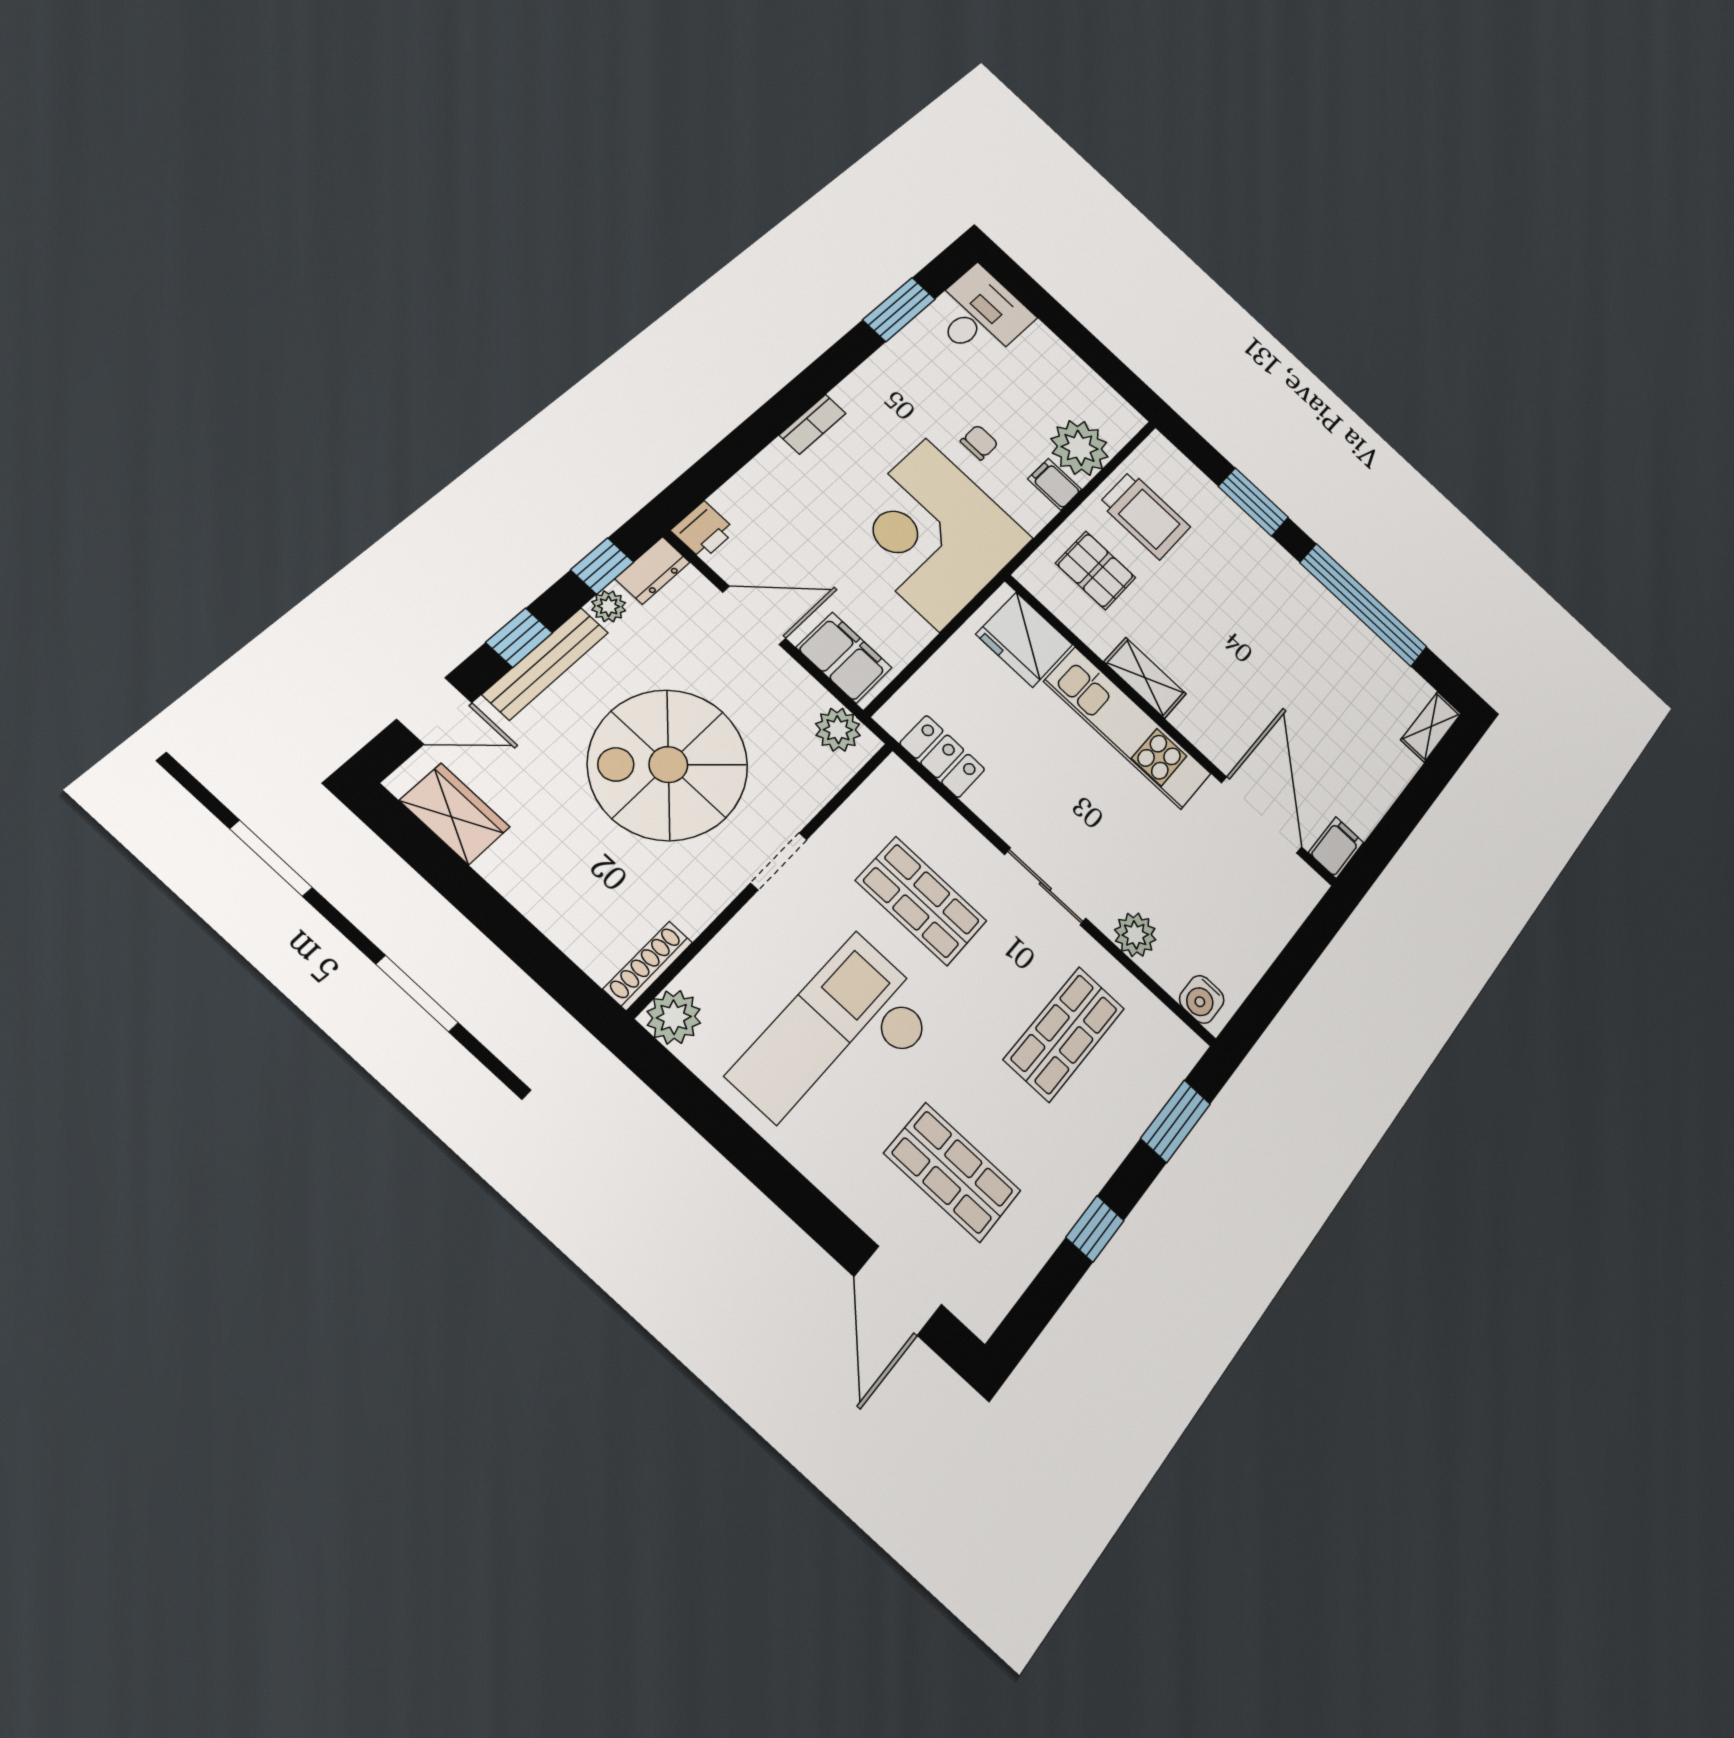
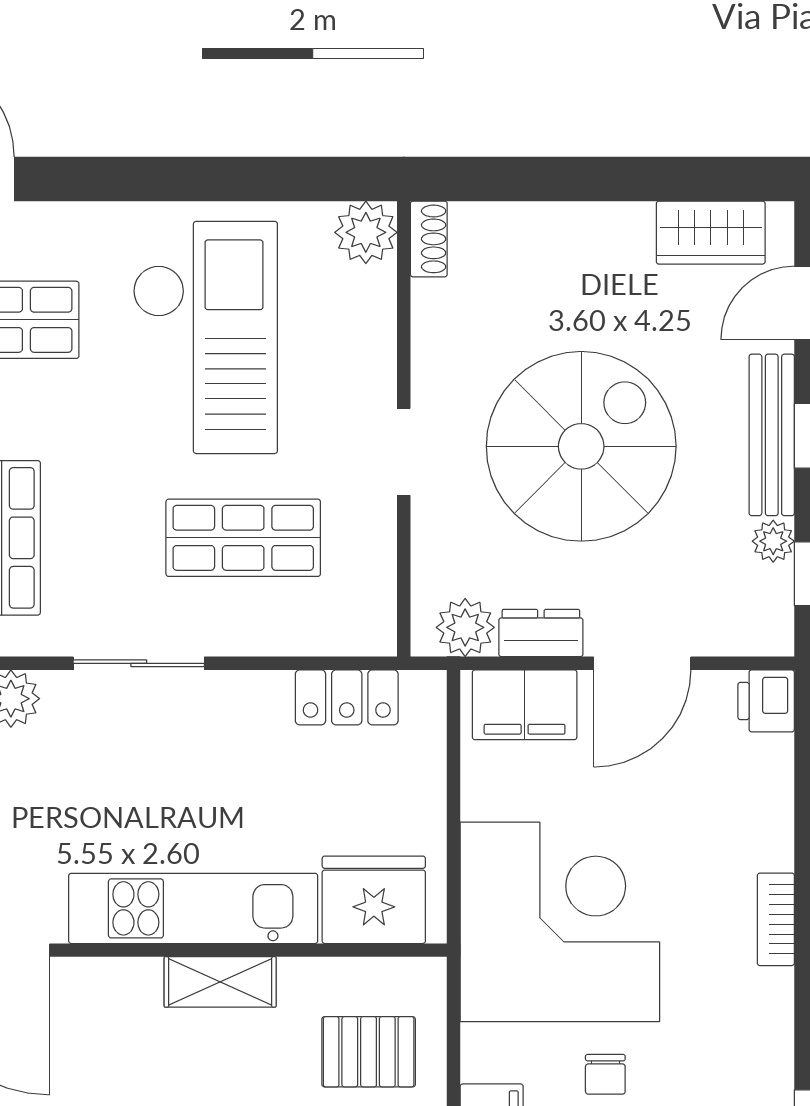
dresser: (653, 570) -> (541, 633), moved, turned 90
shoe rack: (648, 966) -> (429, 239), width x0.70

